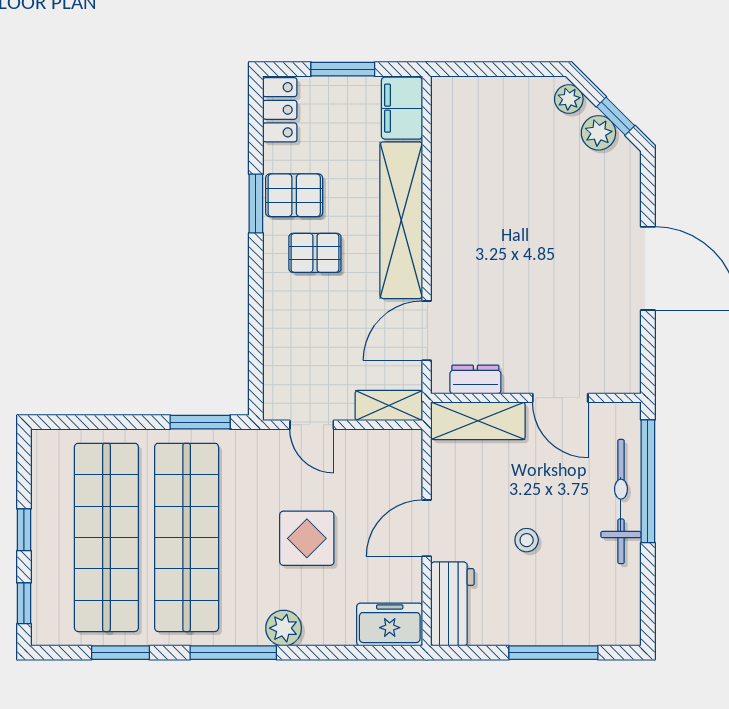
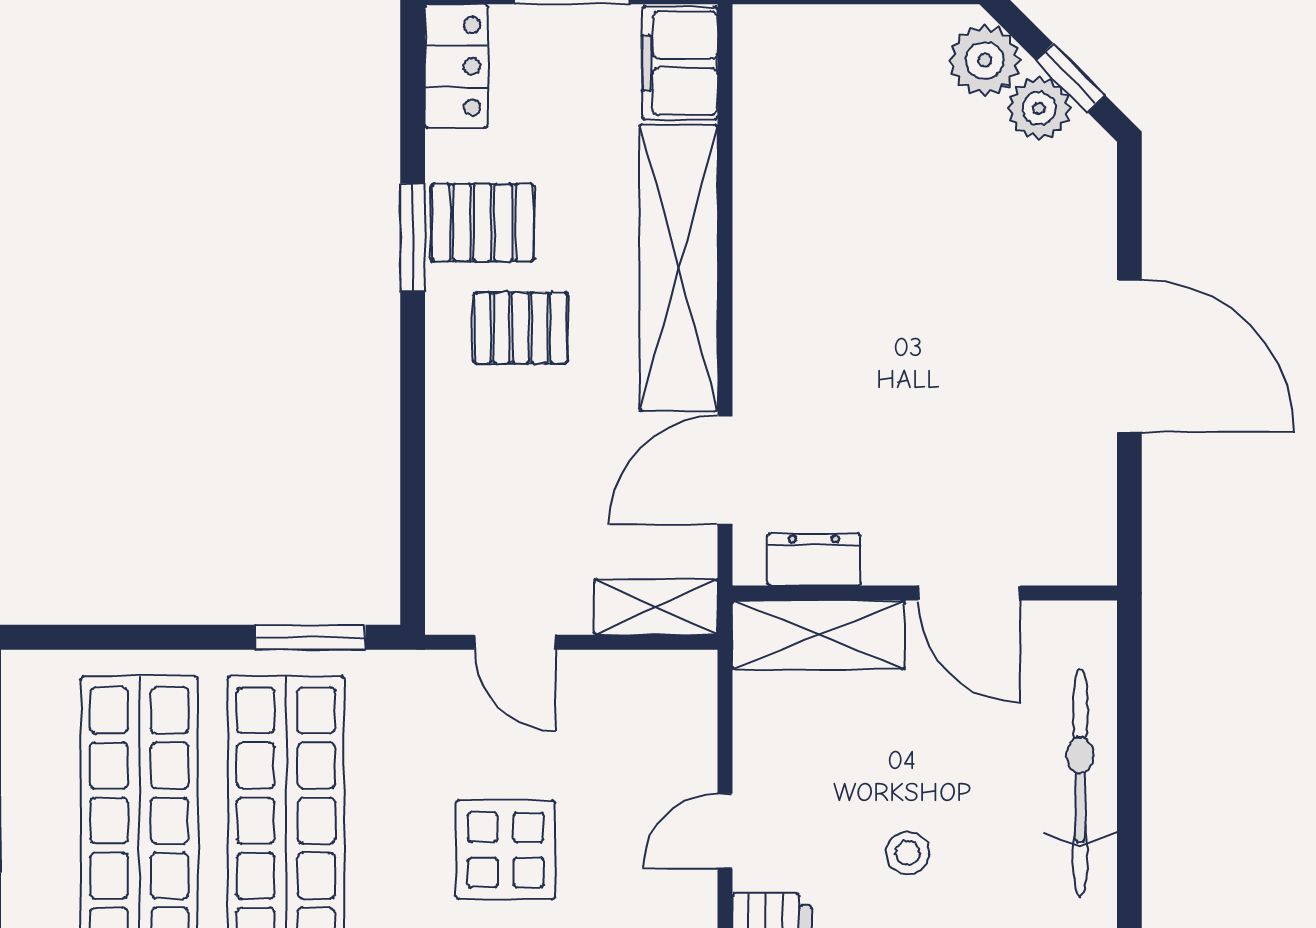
plant: (569, 99) -> (985, 60), width x1.38, depth x1.38
window: (648, 481) -> (1129, 745), removed
door: (427, 528) -> (725, 831), width x0.73

